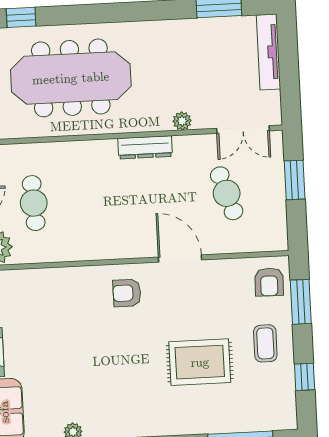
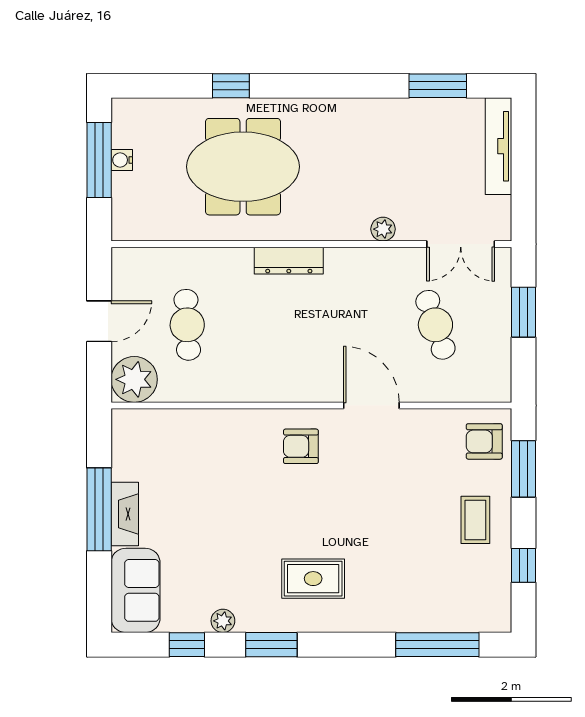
window: (21, 17) -> (231, 86), moved
meeting table: (71, 78) -> (243, 167), width x0.73
dresser: (145, 147) -> (289, 261), moved
armchair: (269, 282) -> (484, 441), turned 89
rug: (200, 362) -> (313, 579), moved, width x0.73, depth x0.70

